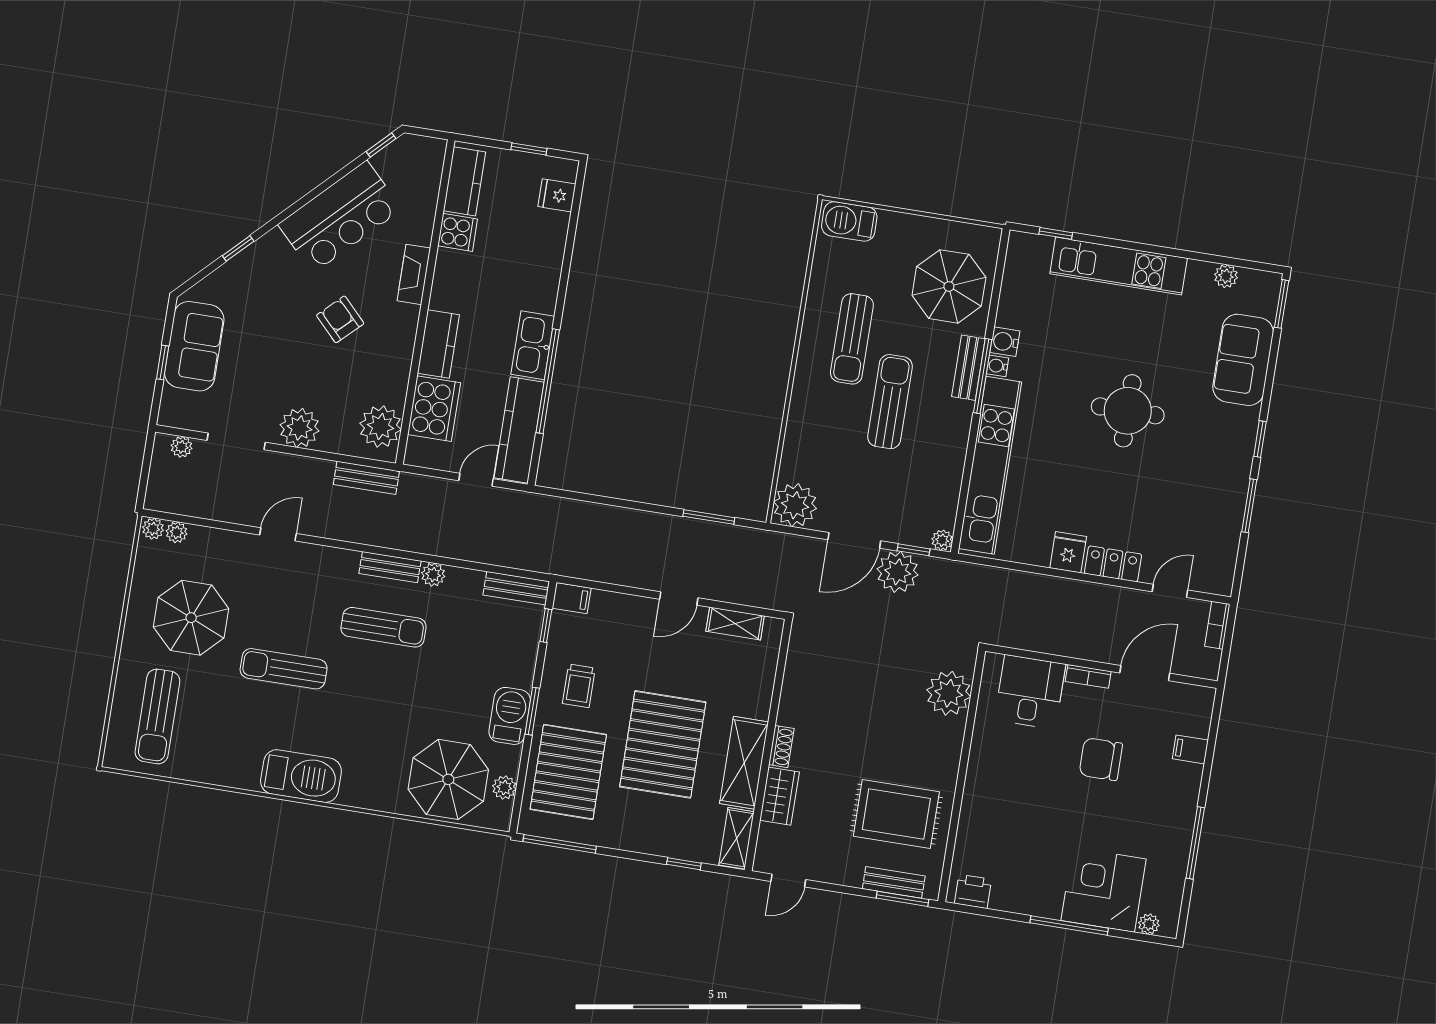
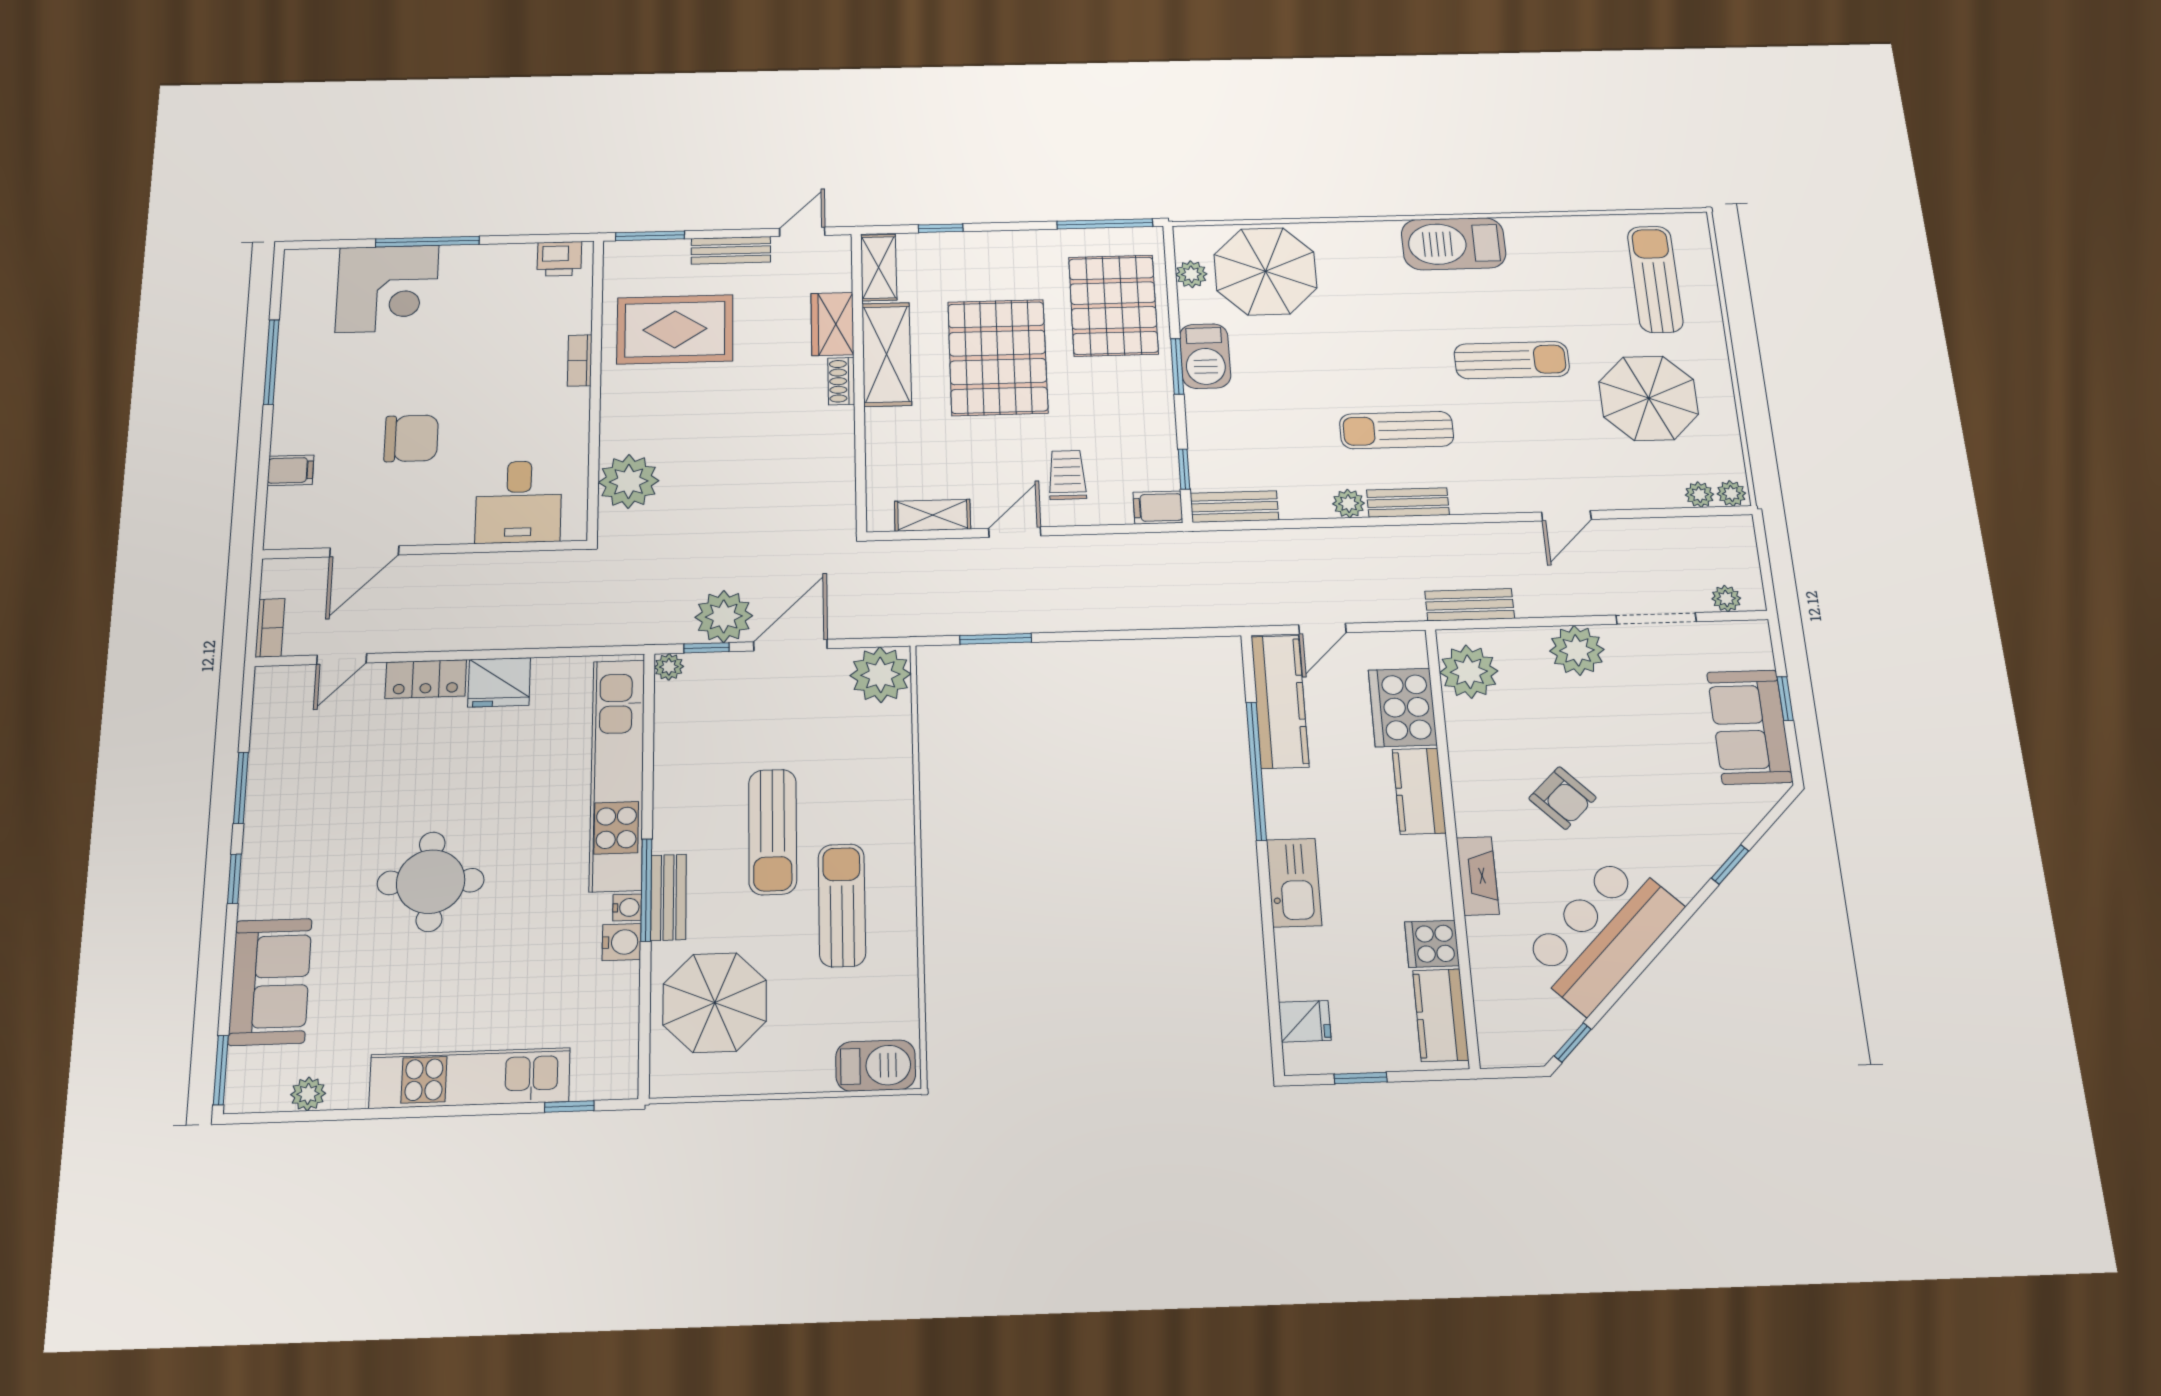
kitchen sink: (533, 345) -> (1294, 883), moved
fridge: (1068, 552) -> (499, 682), width x1.38
bookcase: (1088, 676) -> (580, 360), moved, turned -90
trolley: (579, 686) -> (1067, 475), moved
bench: (894, 882) -> (731, 250), moved
plant: (1149, 924) -> (322, 260), removed

